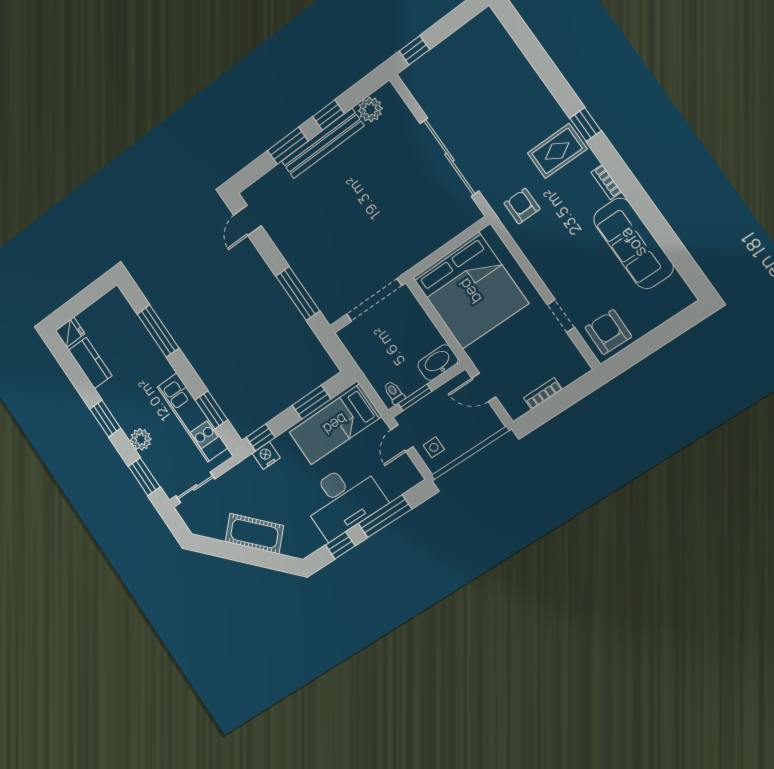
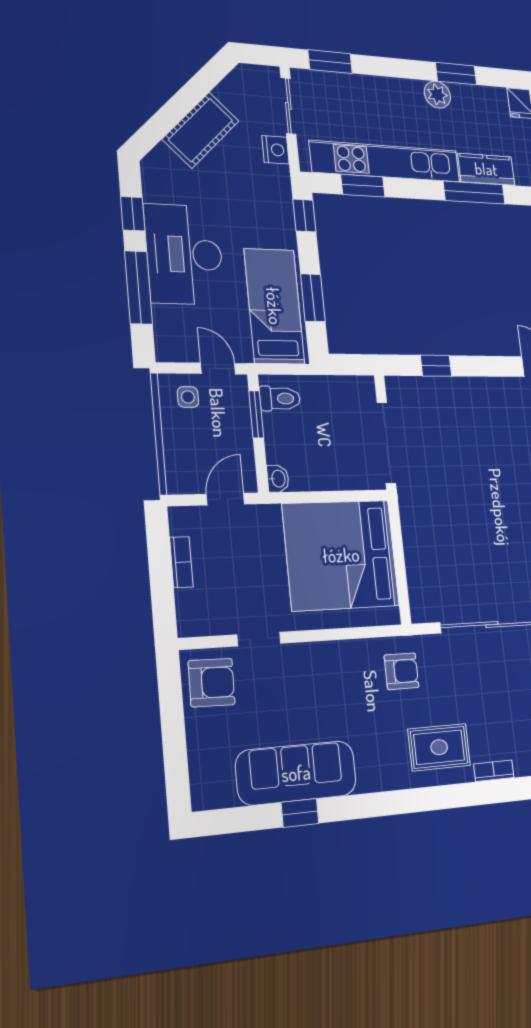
window: (586, 124) -> (300, 813), moved
rug: (557, 151) -> (439, 747), turned 90
bookcase: (606, 182) -> (494, 771), moved
window: (298, 294) -> (436, 366), width x0.46
kitchen counter: (90, 363) -> (486, 169), moved, turned 180
washbasin: (438, 363) -> (278, 479), width x0.52, depth x0.69
toilet: (394, 393) -> (280, 398), width x1.37, depth x1.39
kitchen unit: (192, 417) -> (385, 161), width x1.36
window: (105, 419) -> (456, 74), moved
plant: (141, 439) -> (437, 95), moved
nightstand: (266, 455) -> (276, 150), moved

